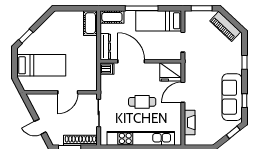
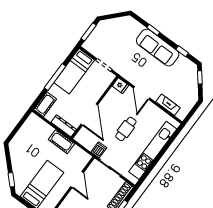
cot: (90, 23) -> (62, 142), moved
piano: (225, 26) -> (116, 24), removed
door: (131, 61) -> (89, 115), swing flipped
dishwasher: (107, 69) -> (99, 150), moved
fridge: (171, 72) -> (120, 86), width x0.53, depth x0.75
sofa: (232, 97) -> (158, 48), moved

